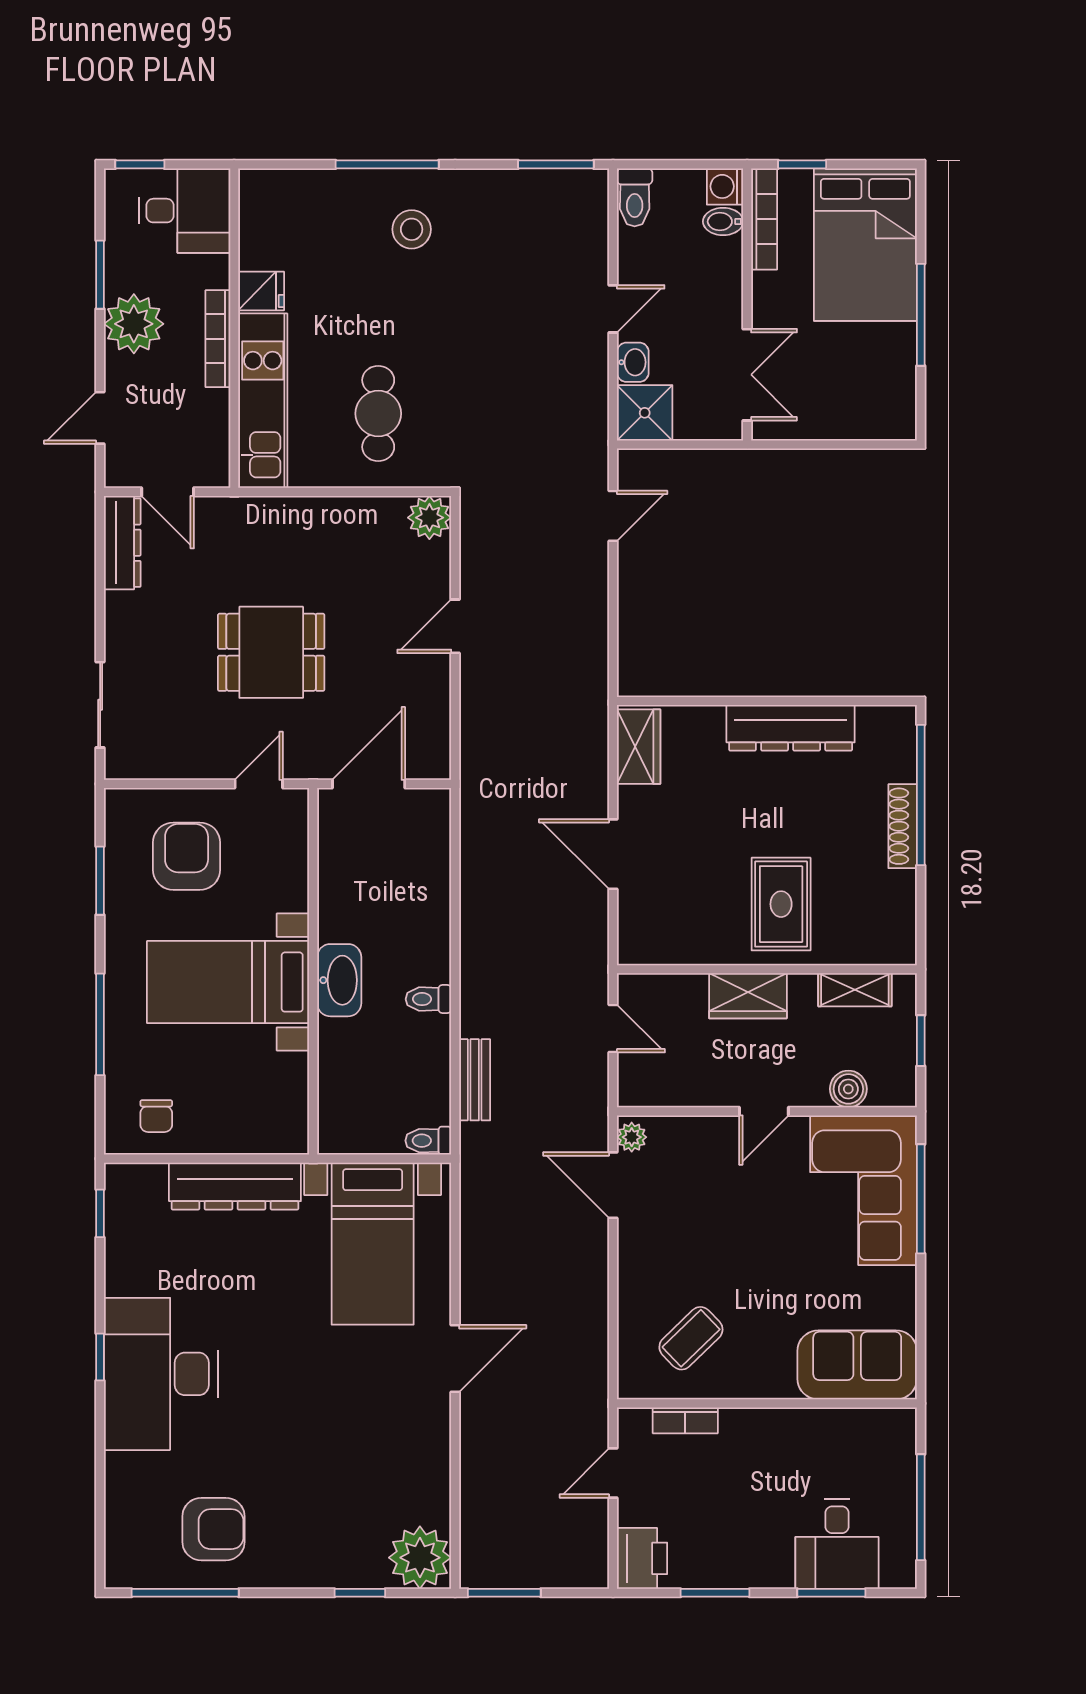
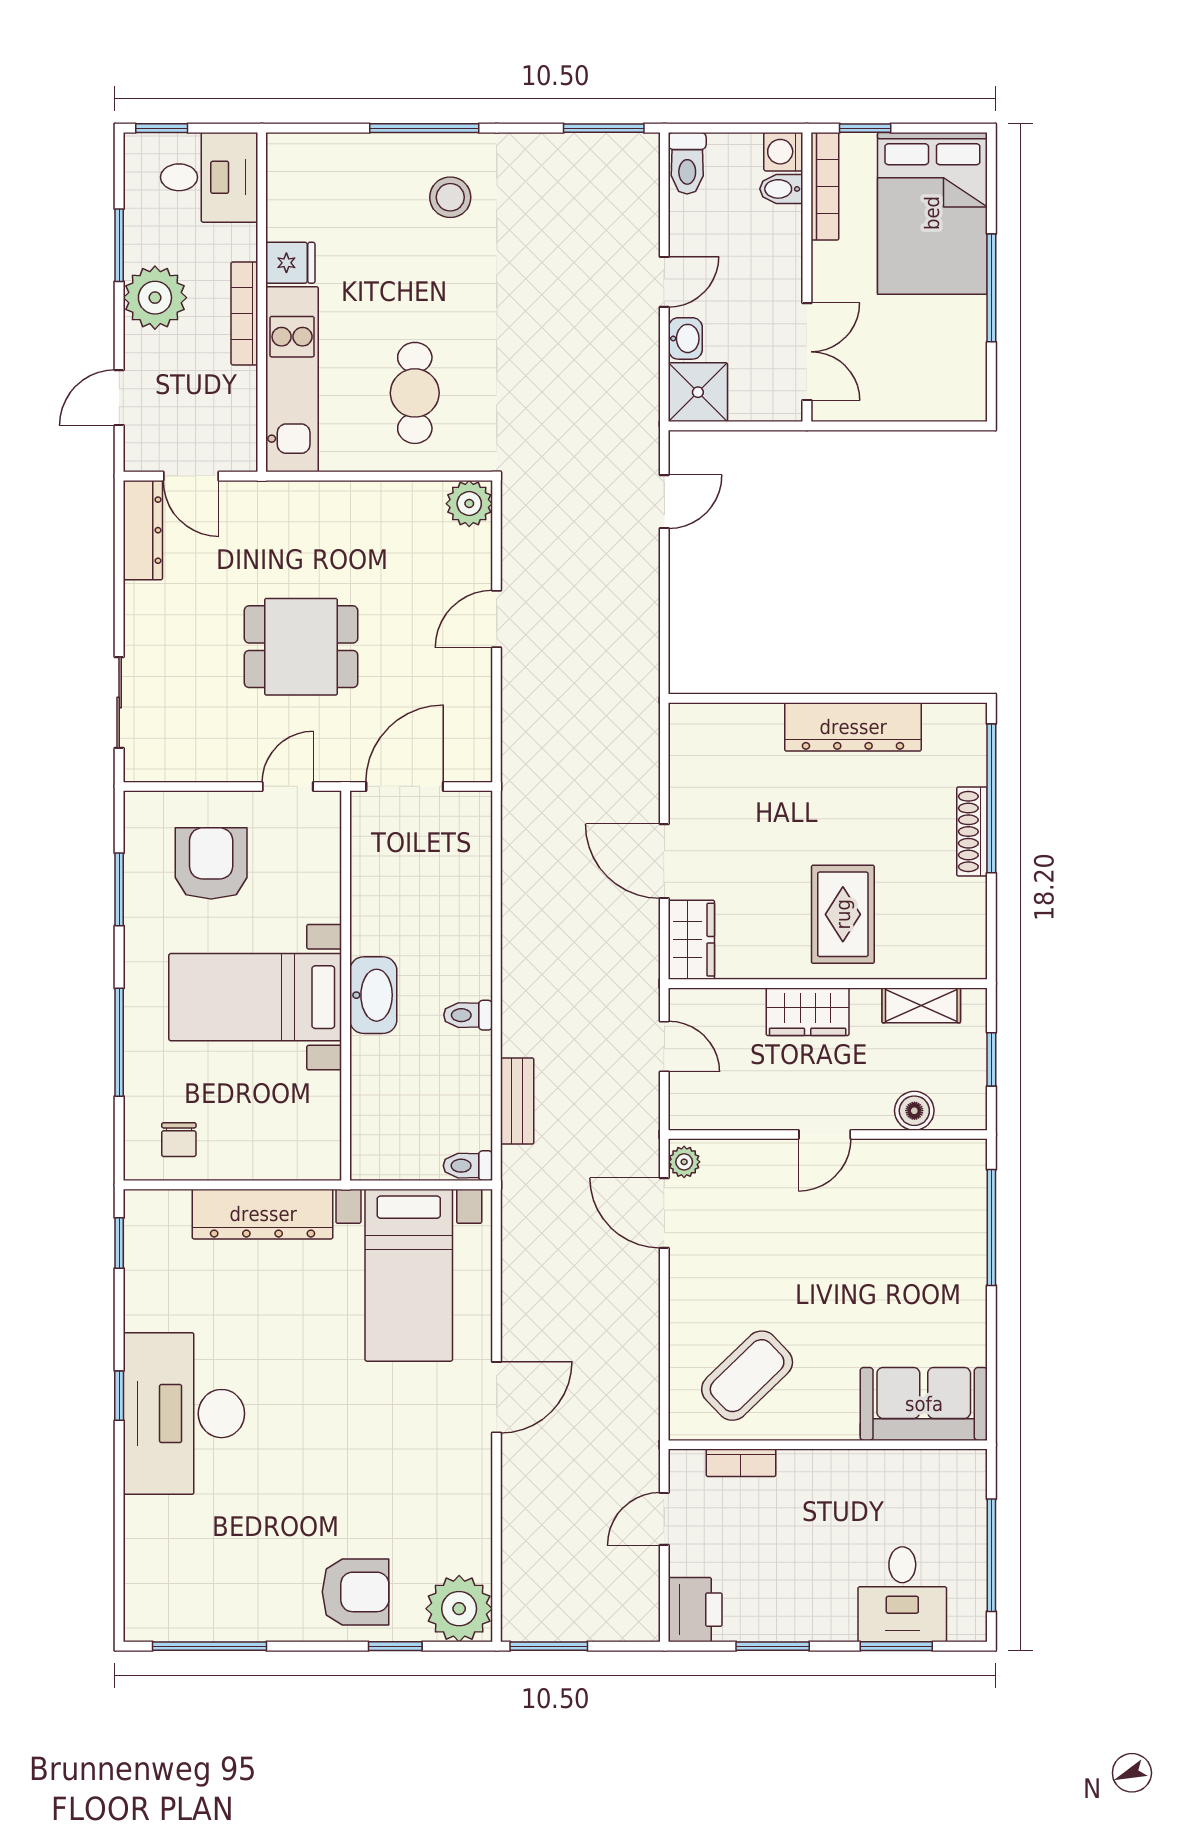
wardrobe: (639, 747) -> (691, 940), moved
corner sofa: (863, 1190) -> (930, 1218), removed
coffee table: (691, 1338) -> (747, 1376), width x1.36, depth x1.30
armchair: (213, 1529) -> (356, 1592), moved

